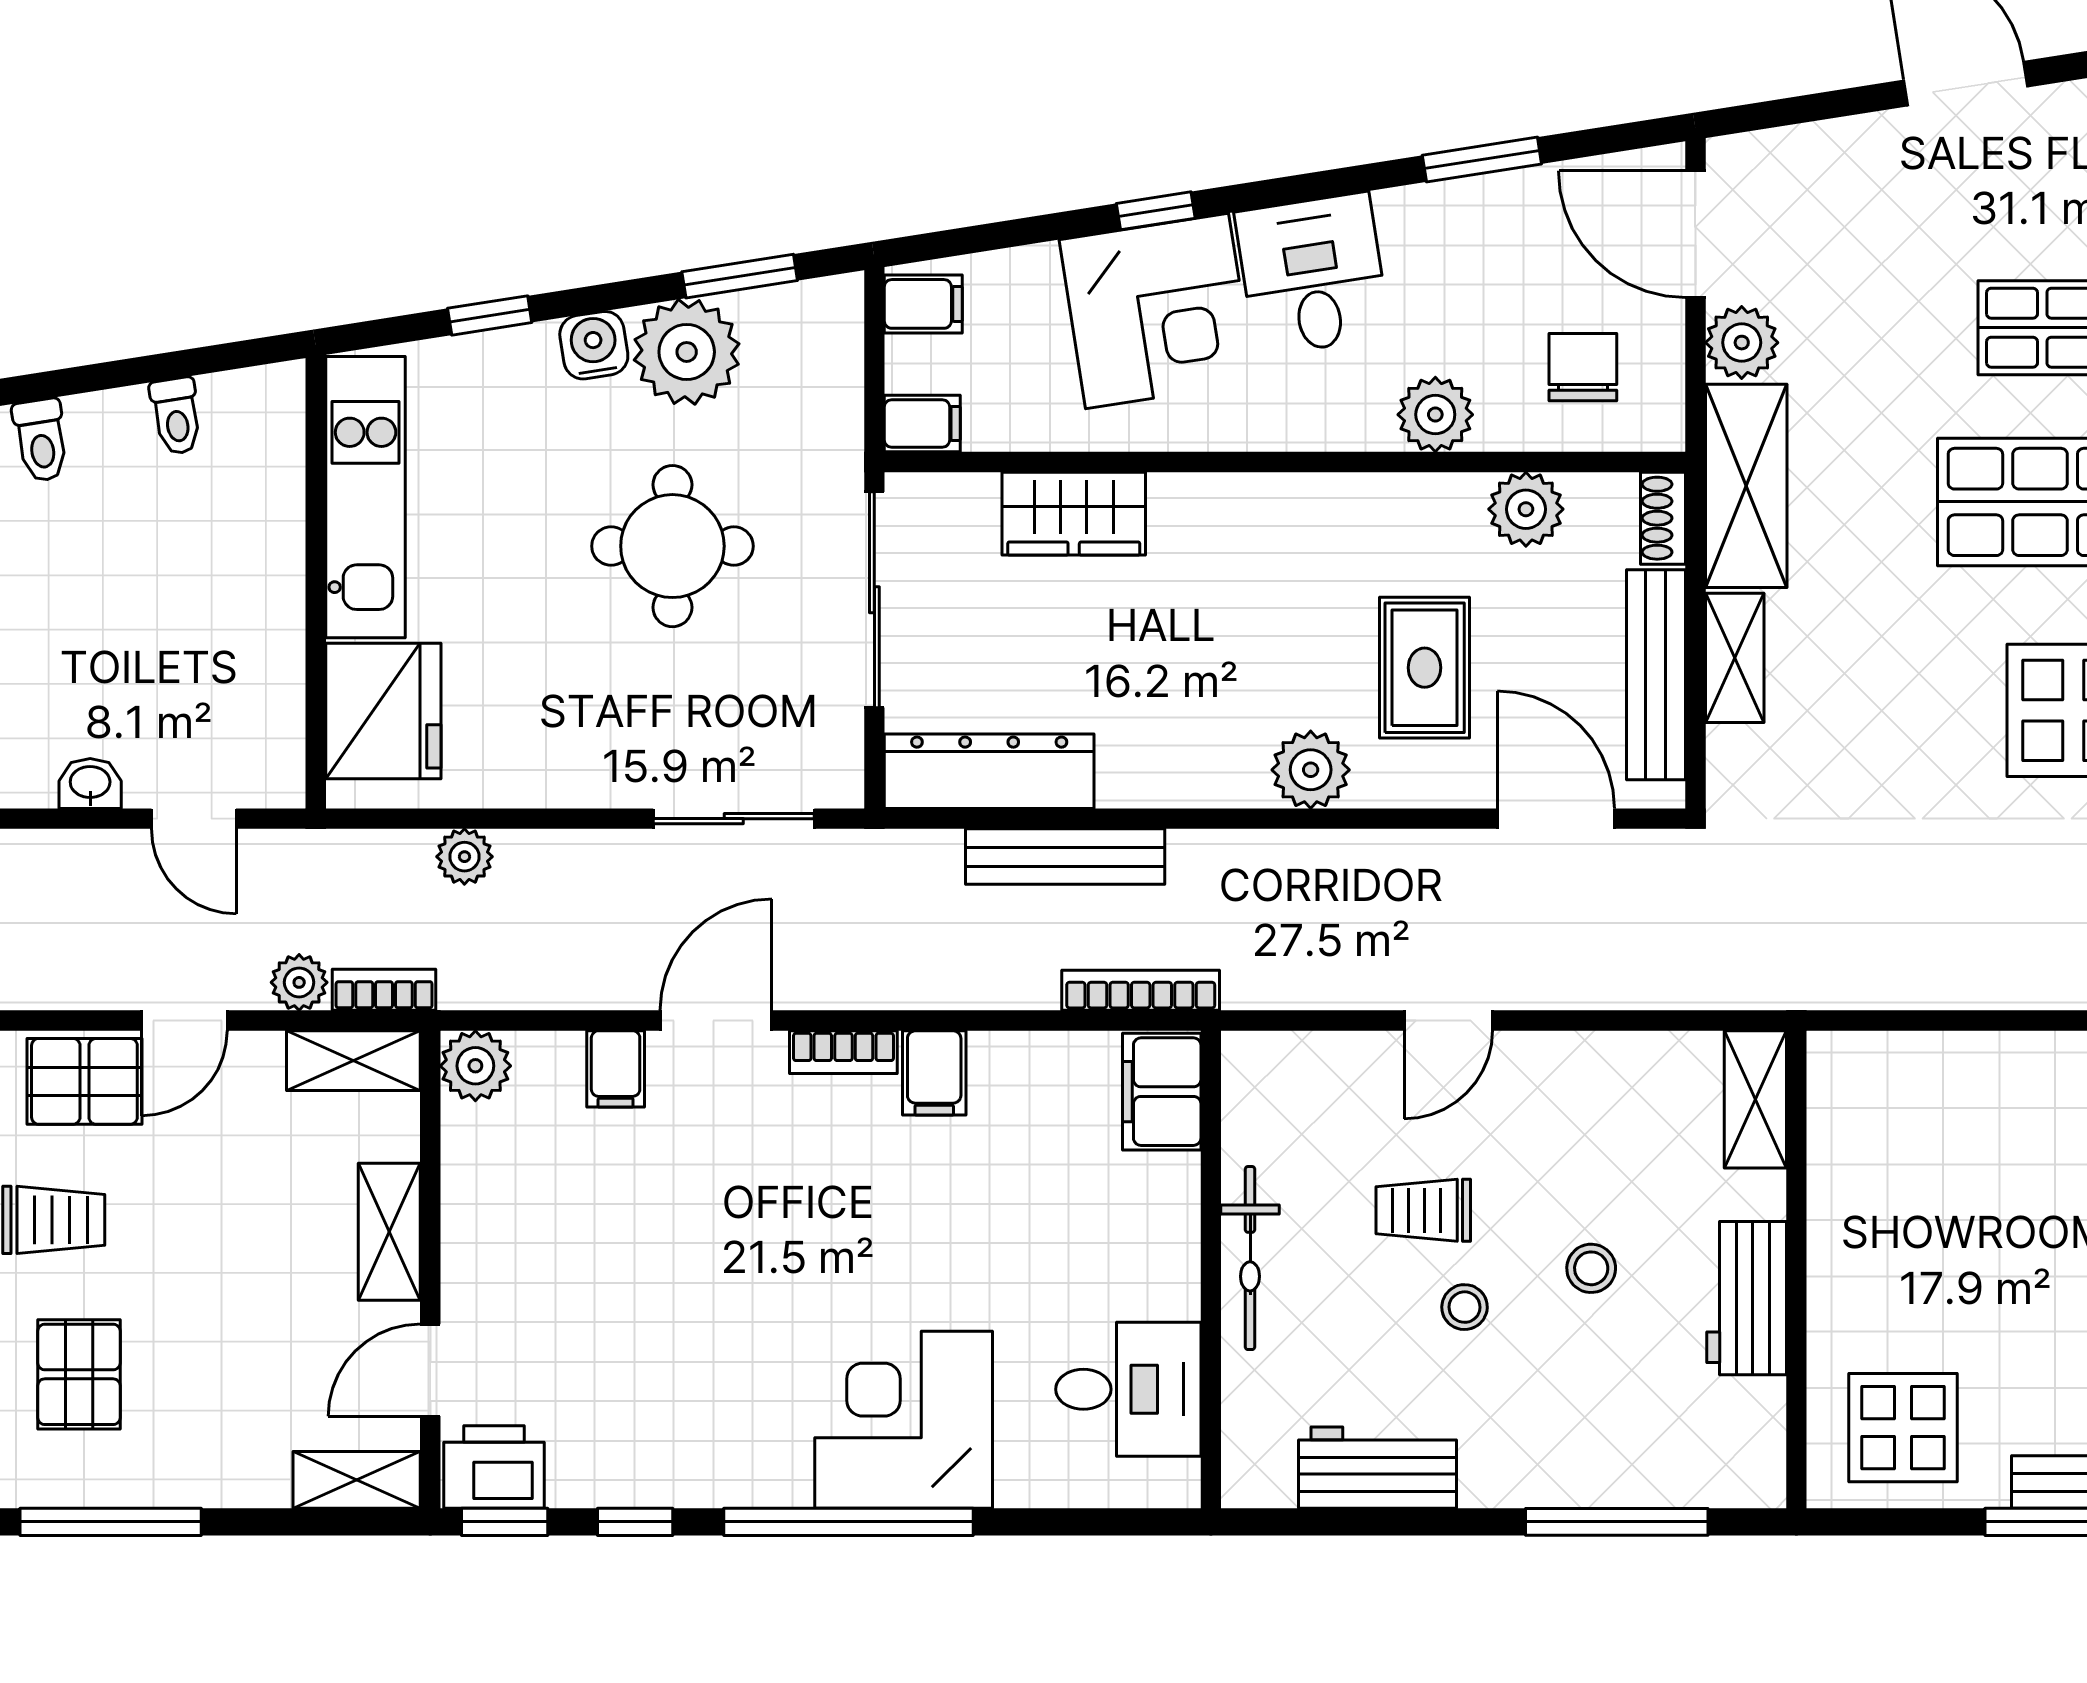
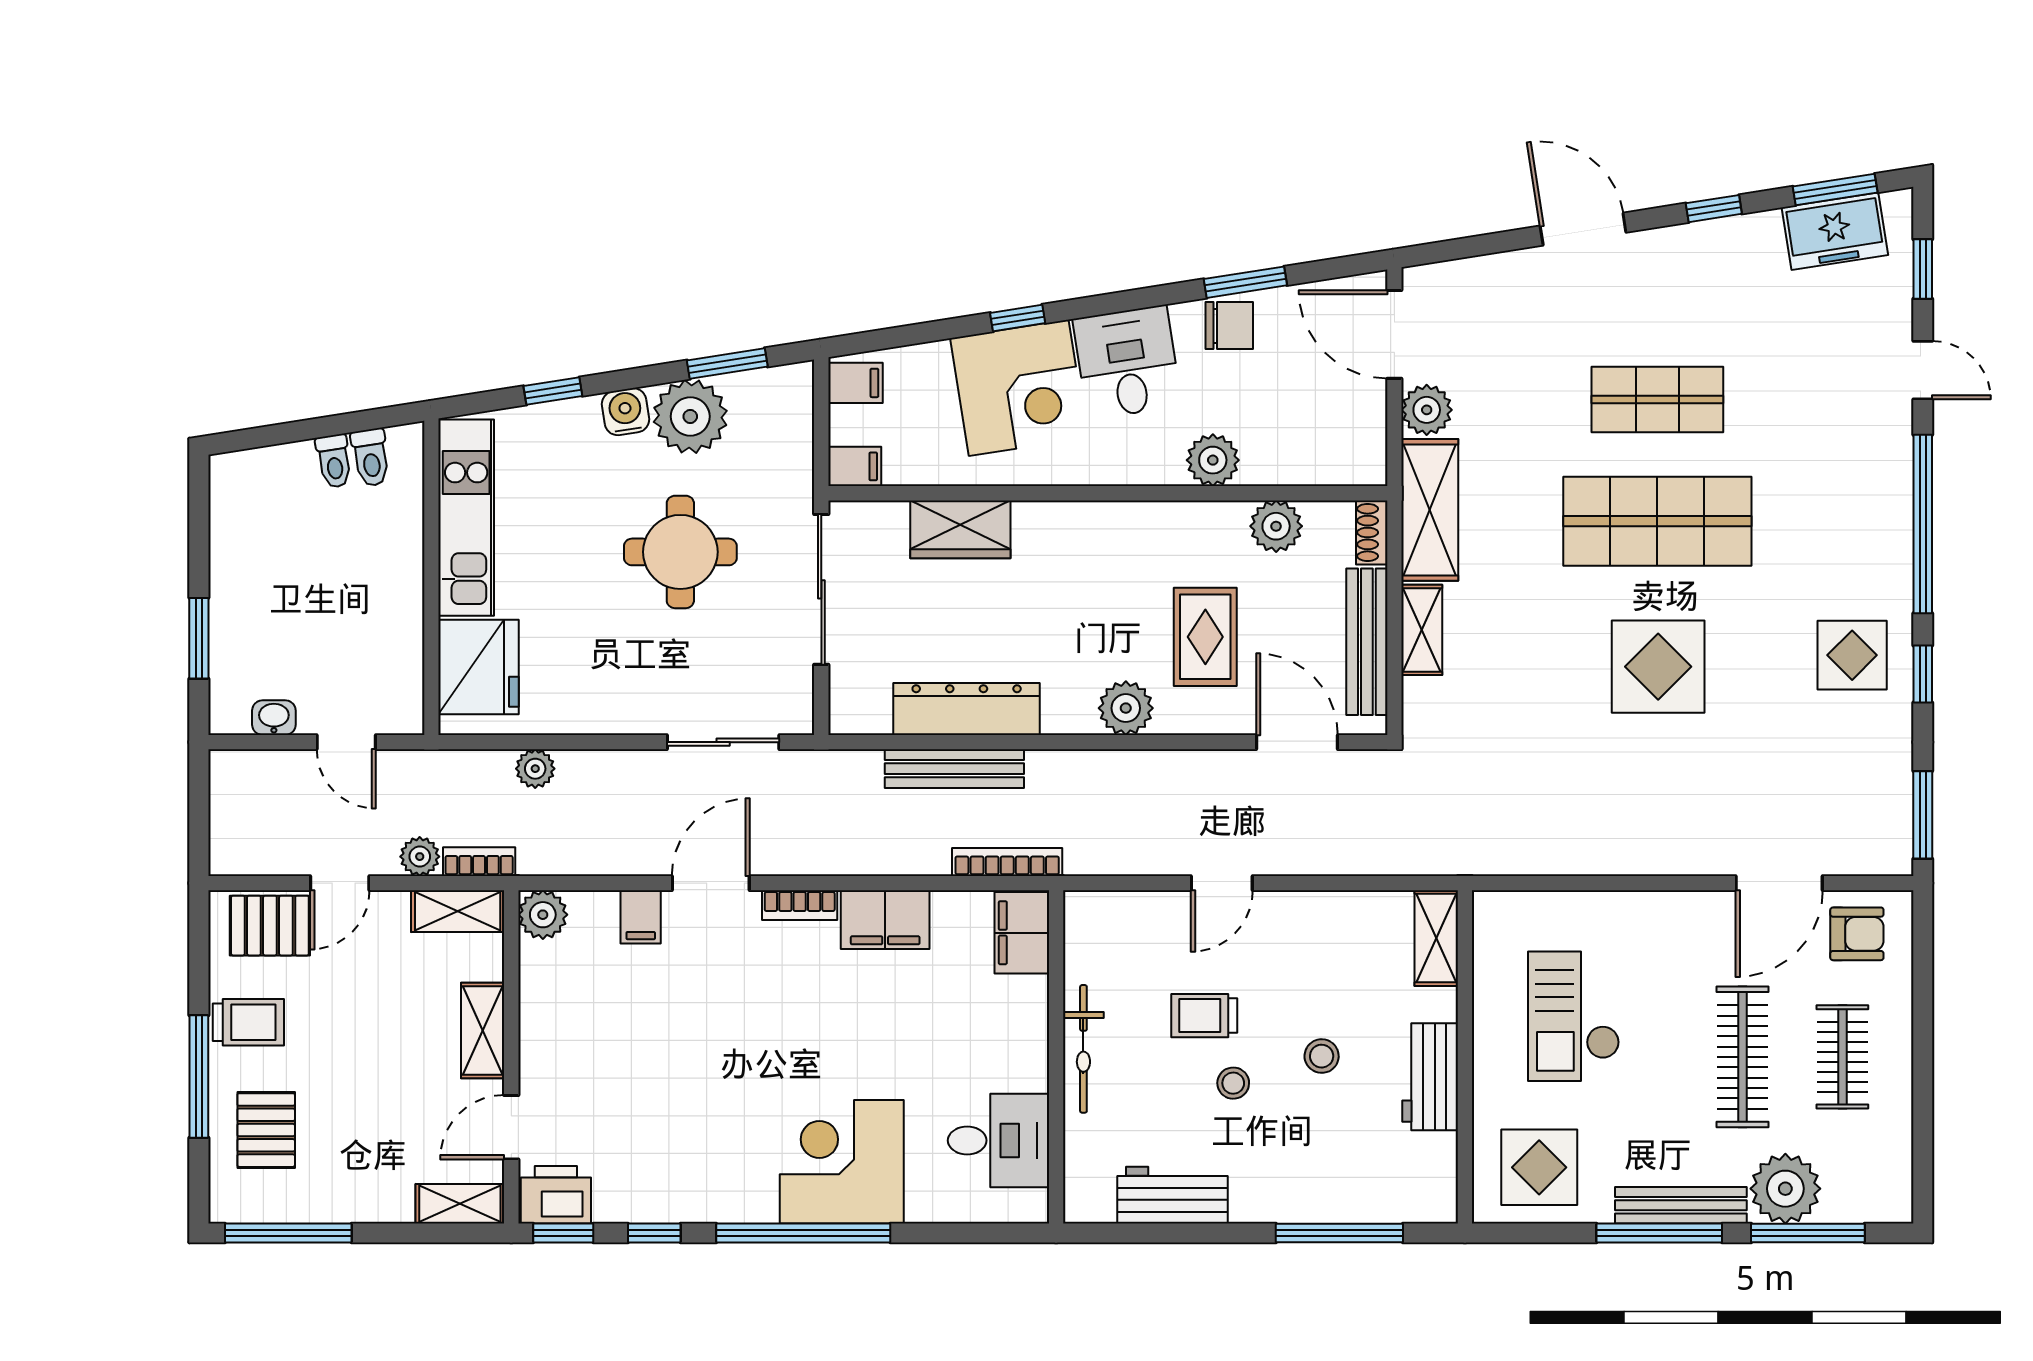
chair: (1583, 367) -> (1229, 326), moved, turned 90
toilet: (41, 440) -> (371, 457), moved
dresser: (989, 771) -> (967, 709), moved
filing cabinet: (934, 1073) -> (885, 920), width x2.00
checkout: (1952, 1211) -> (1574, 1016), added

